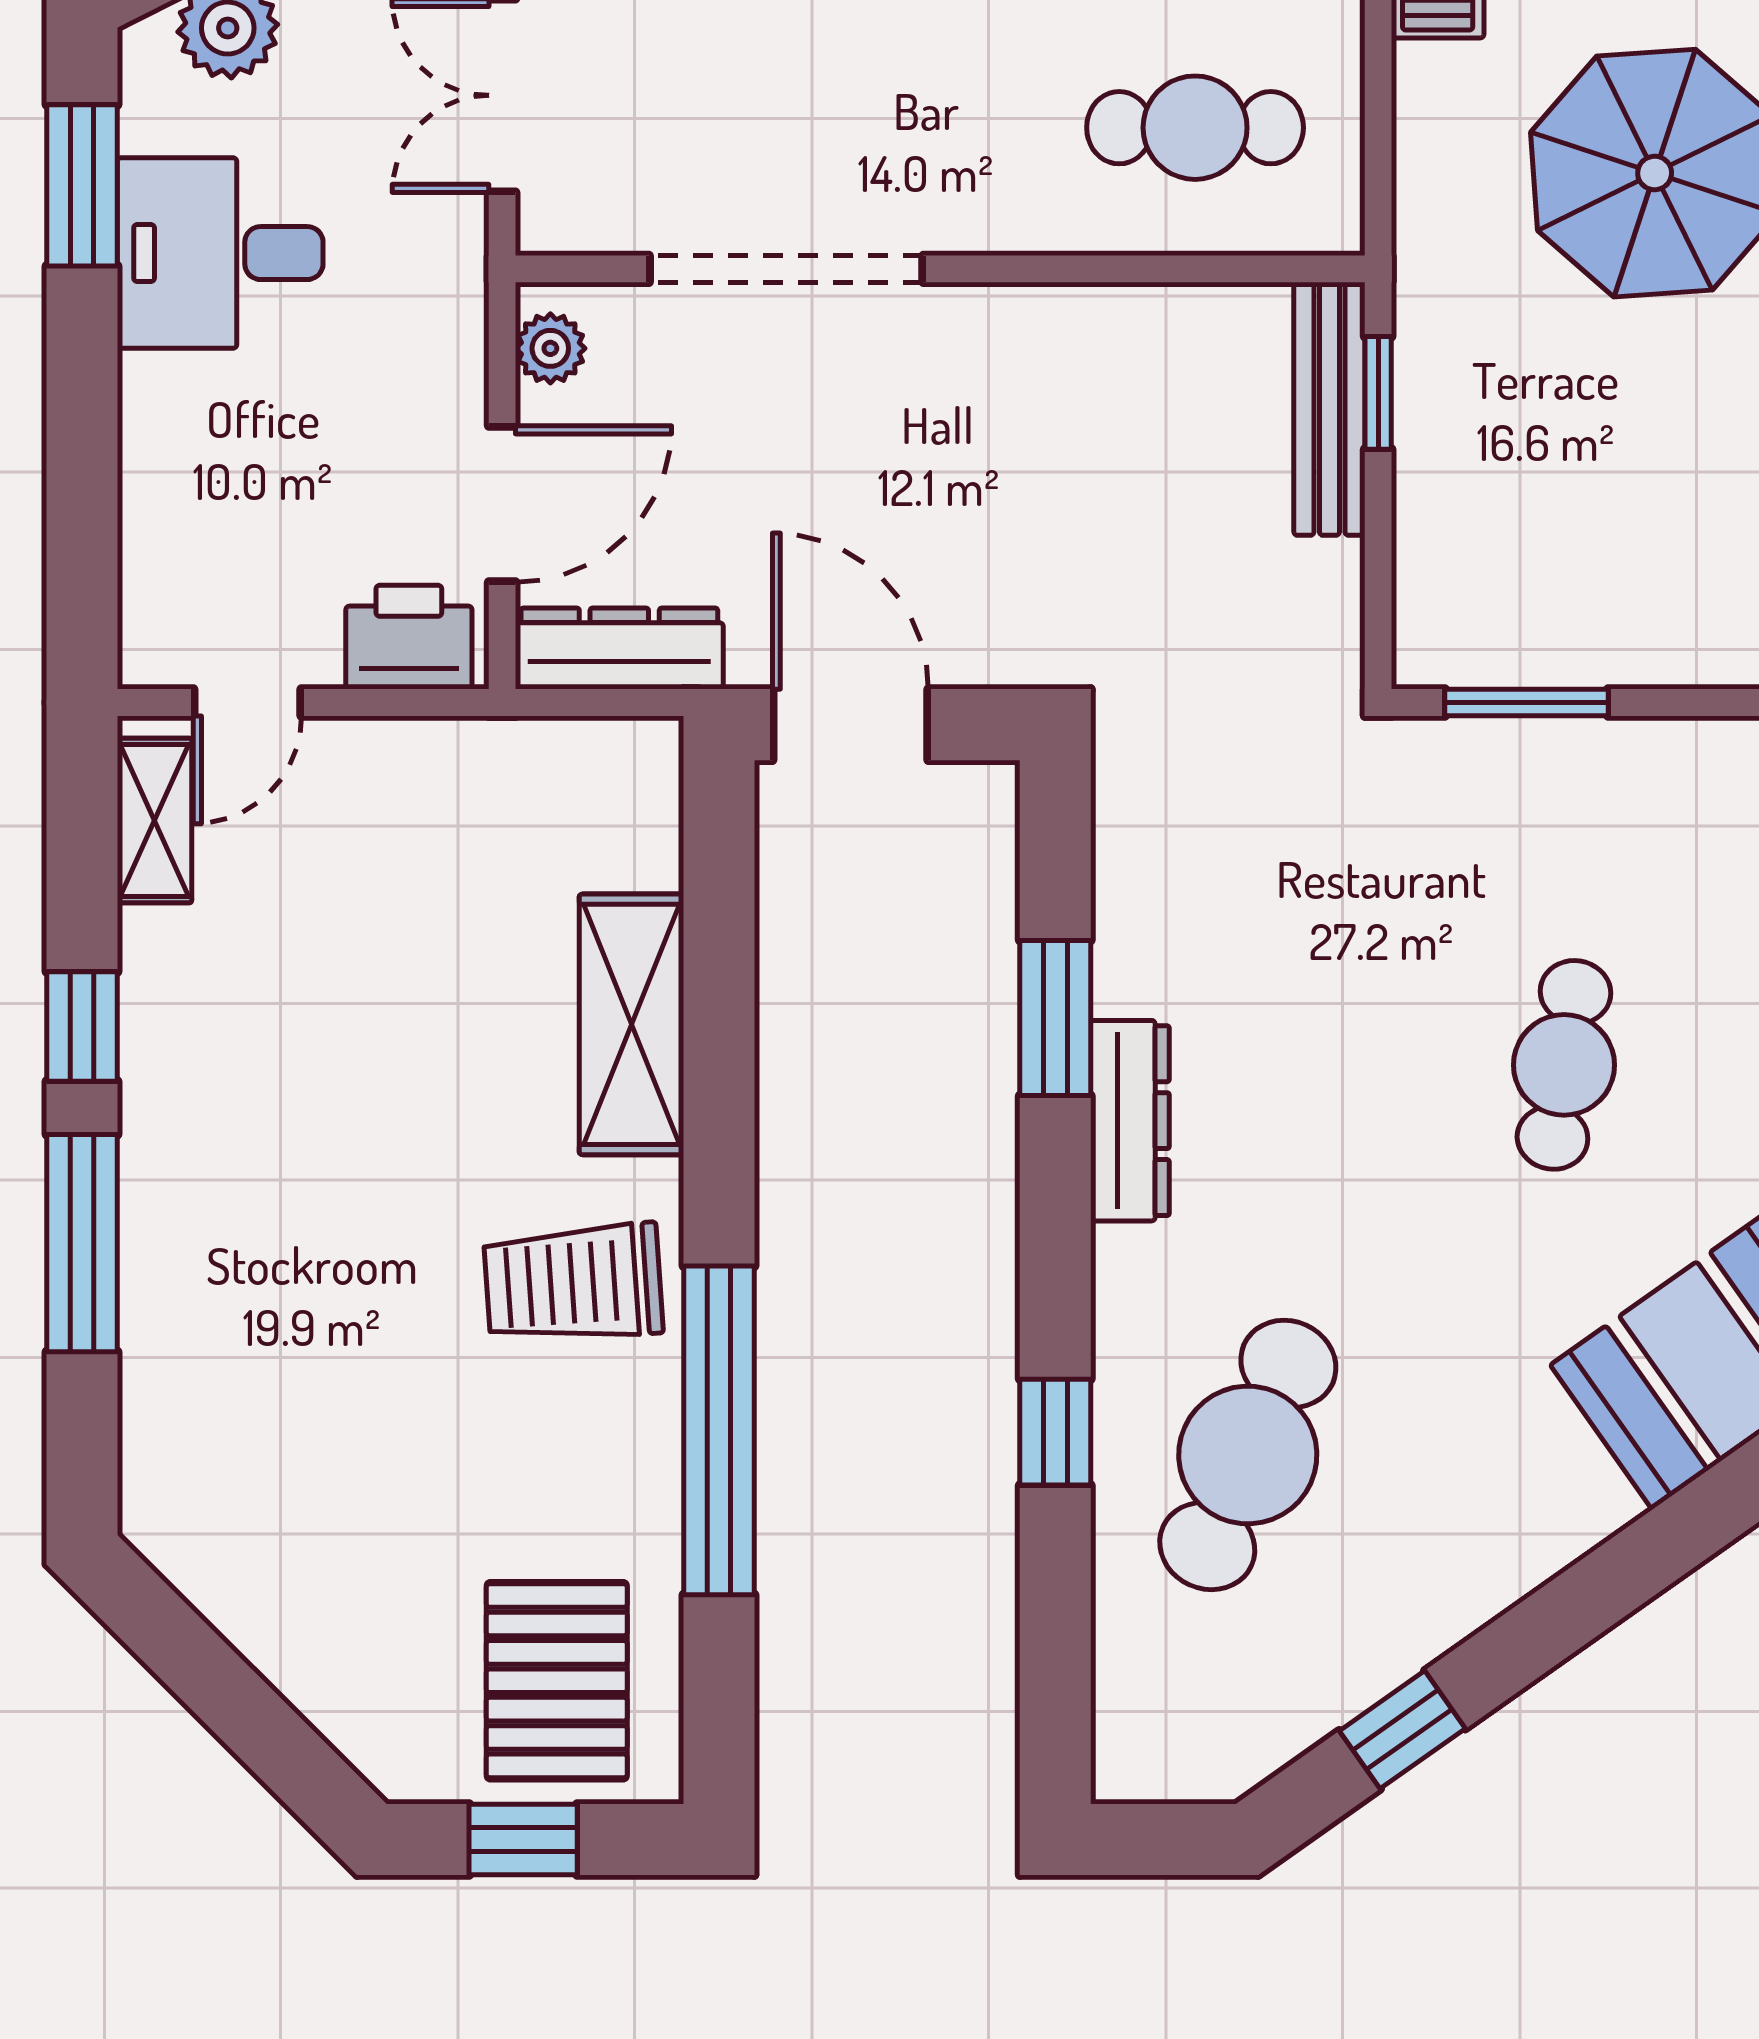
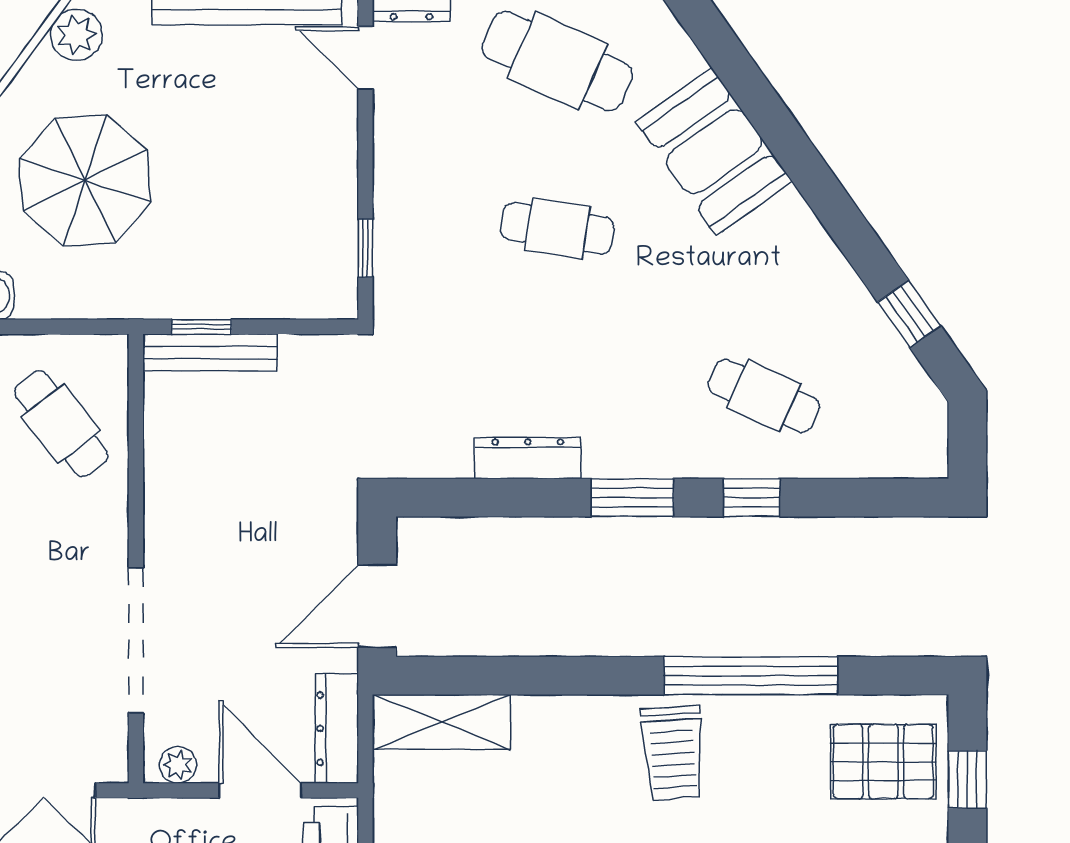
cafe table: (1195, 128) -> (61, 424), turned -38
window: (1527, 703) -> (365, 248), width x0.67
window: (1055, 1018) -> (632, 498), moved
shelving: (631, 1024) -> (441, 722), moved
dresser: (1130, 1121) -> (528, 458), moved
cafe table: (1248, 1455) -> (764, 396), width x0.73, depth x0.74

